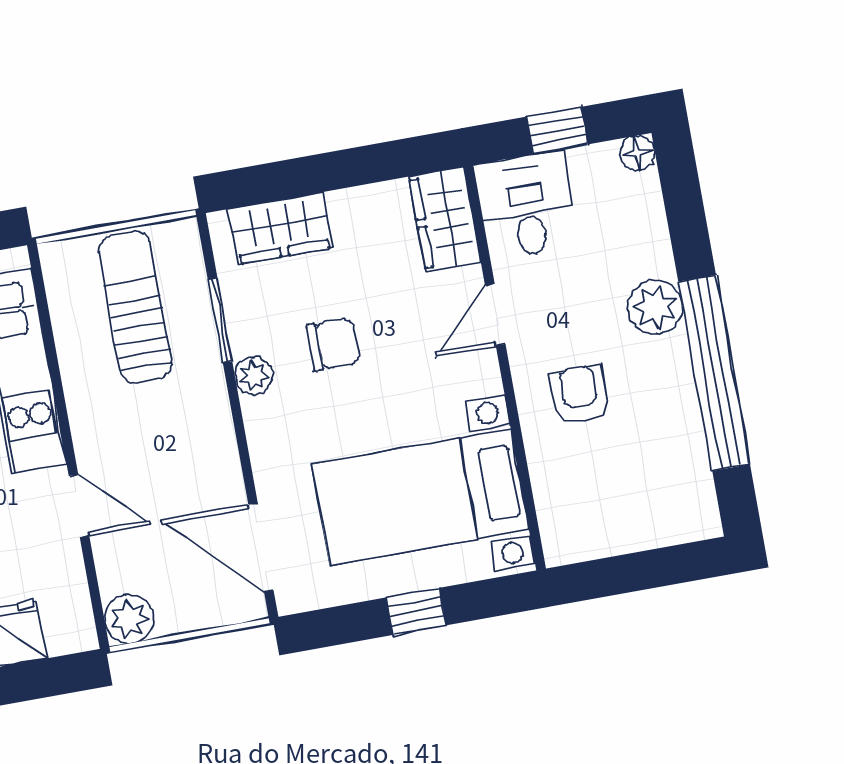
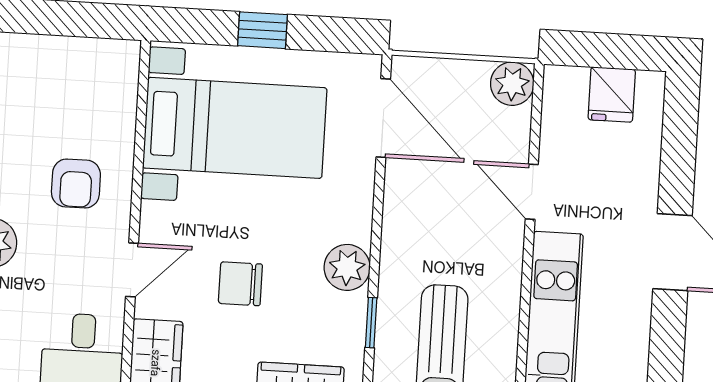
window: (220, 320) -> (371, 323), width x0.67
chair: (333, 345) -> (240, 284), moved
plant: (254, 376) -> (347, 267), width x1.38, depth x1.38

